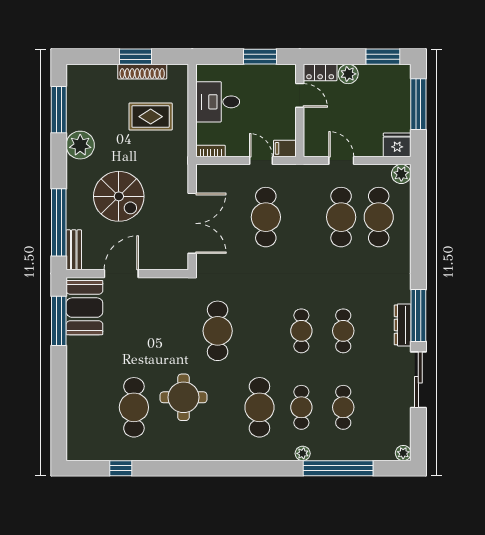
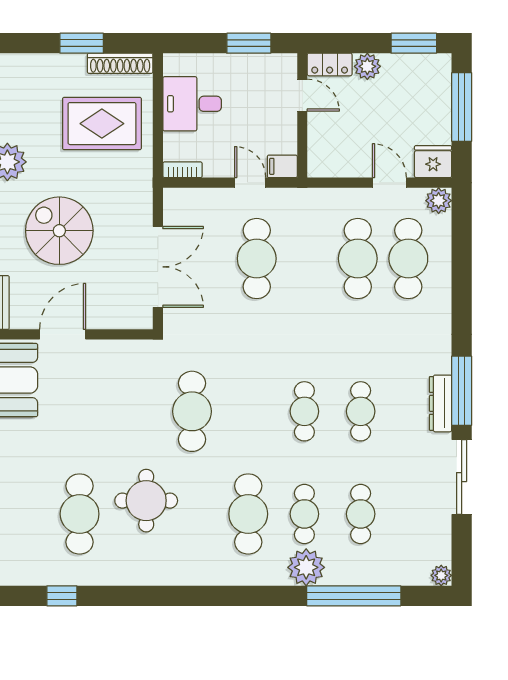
shoe rack: (142, 72) -> (120, 63), moved
rug: (151, 117) -> (102, 124), width x1.36, depth x1.43
door: (341, 160) -> (389, 183), moved
spiral stairs: (119, 196) -> (59, 231), turned 180
plant: (303, 453) -> (306, 567), width x1.88, depth x1.88

